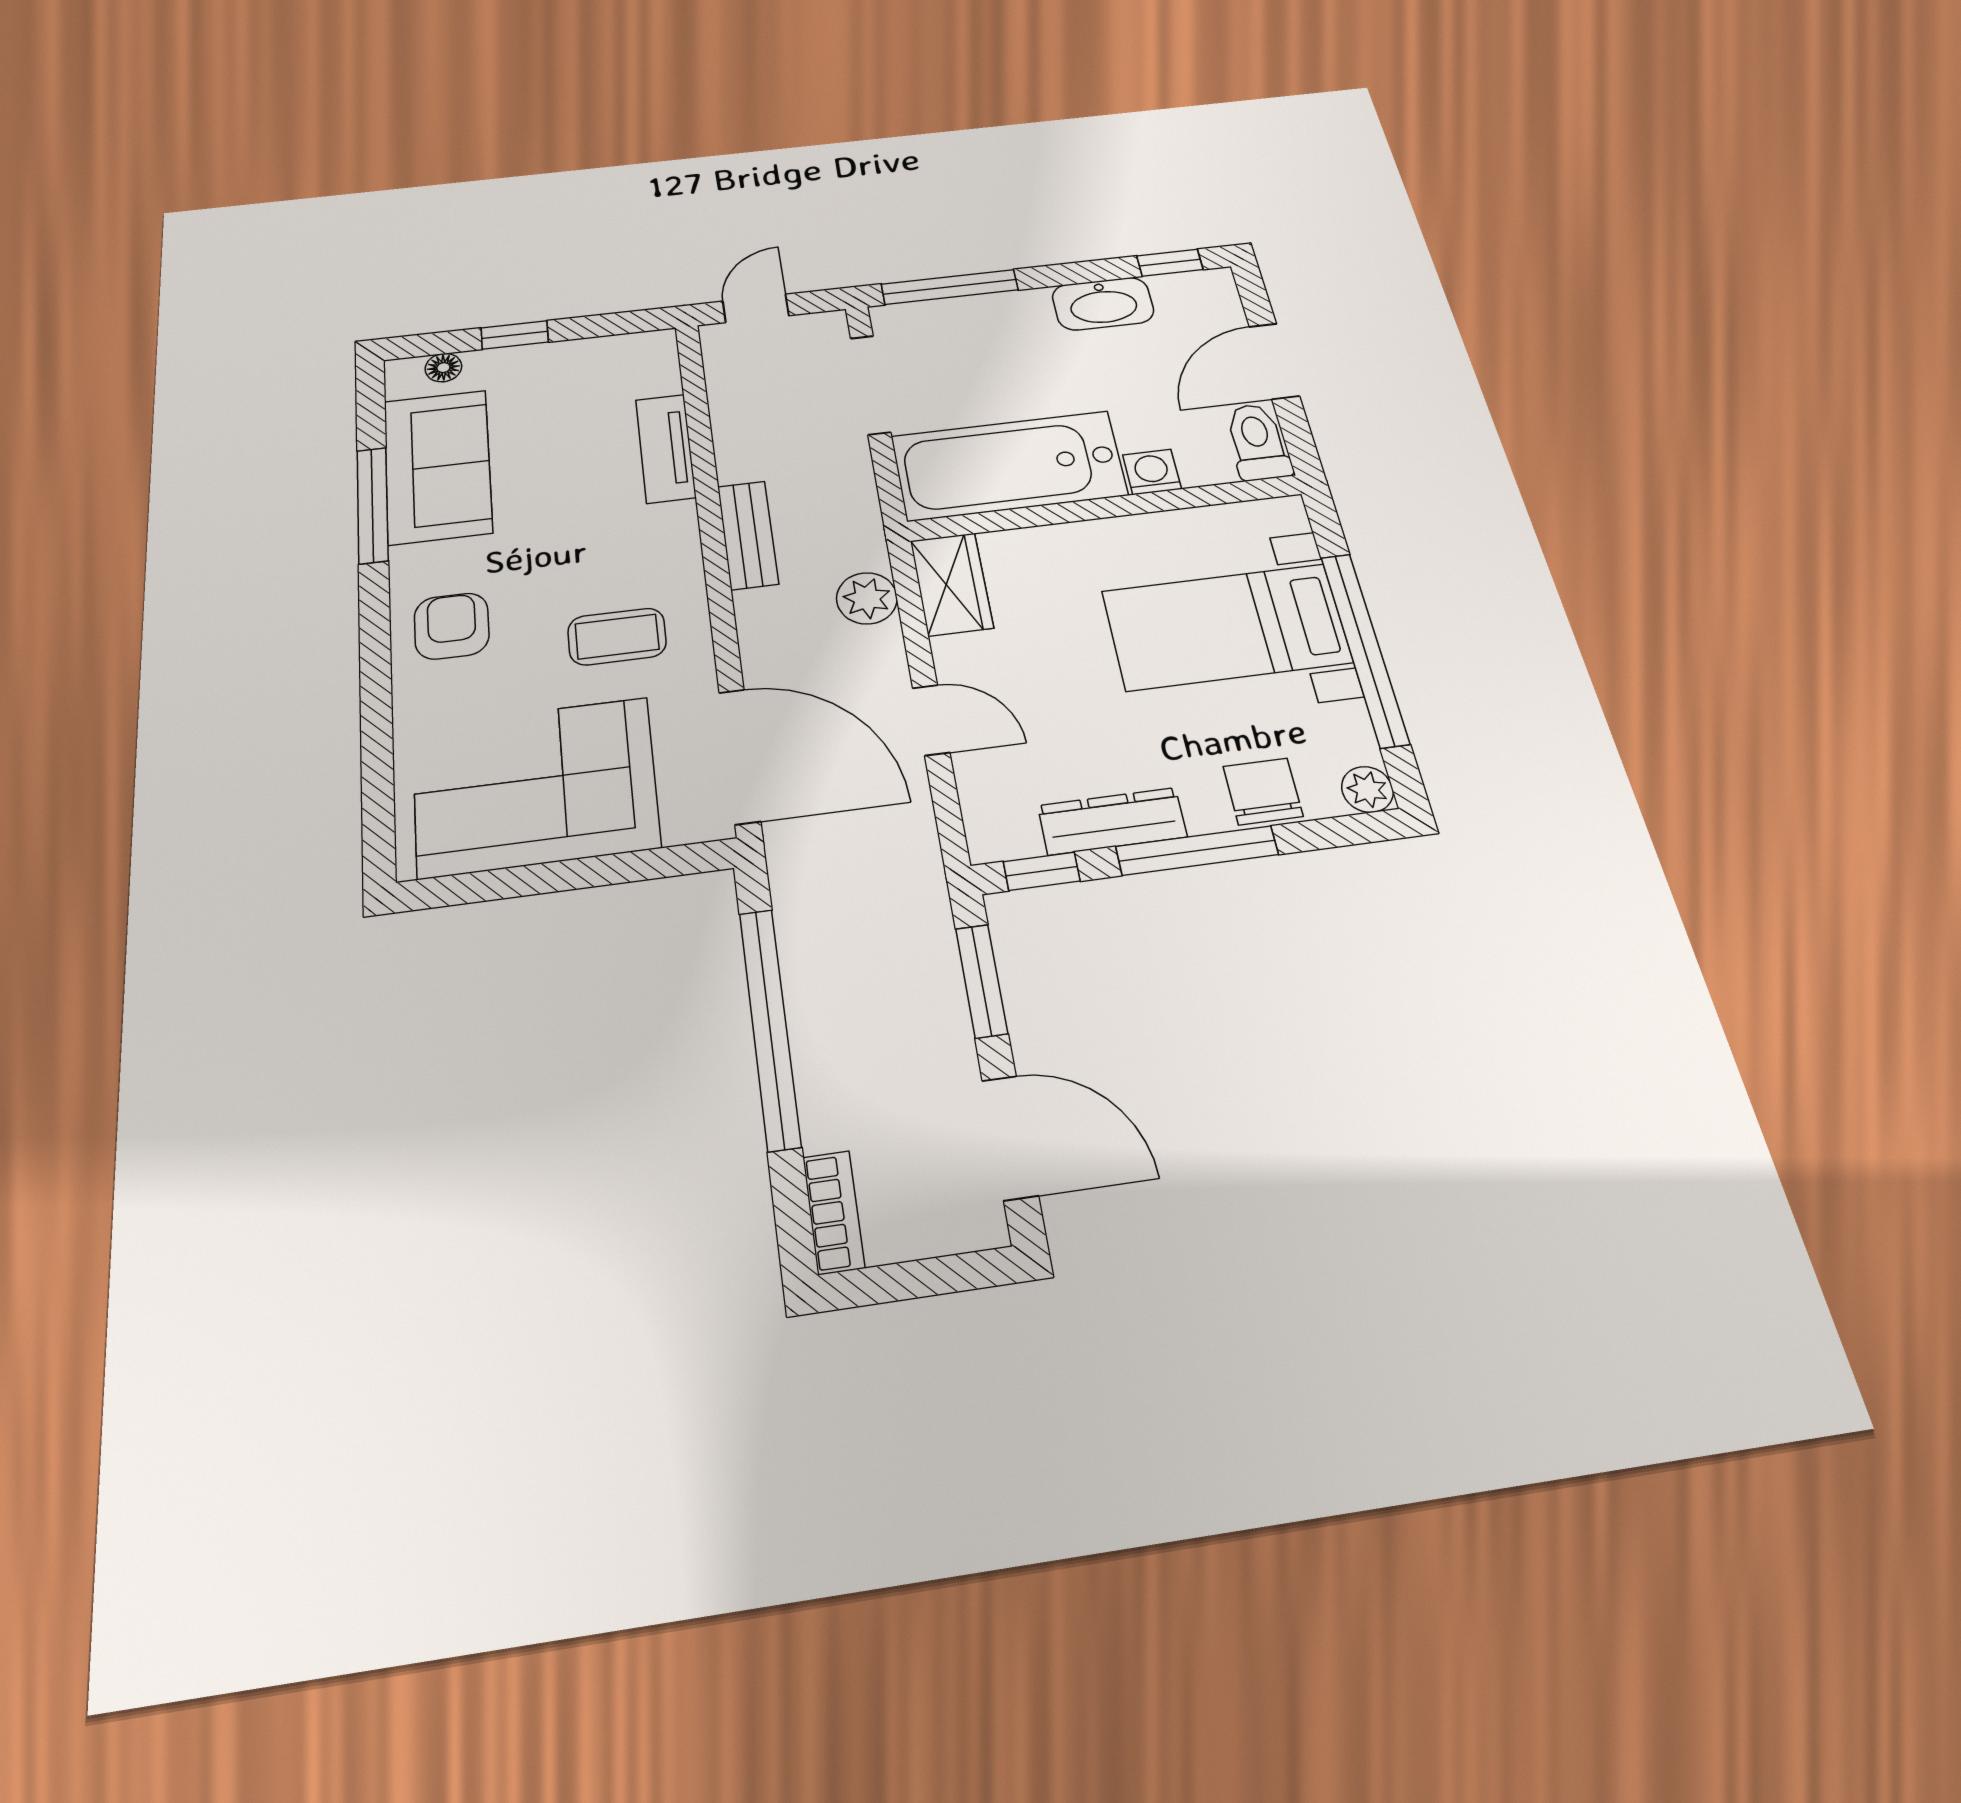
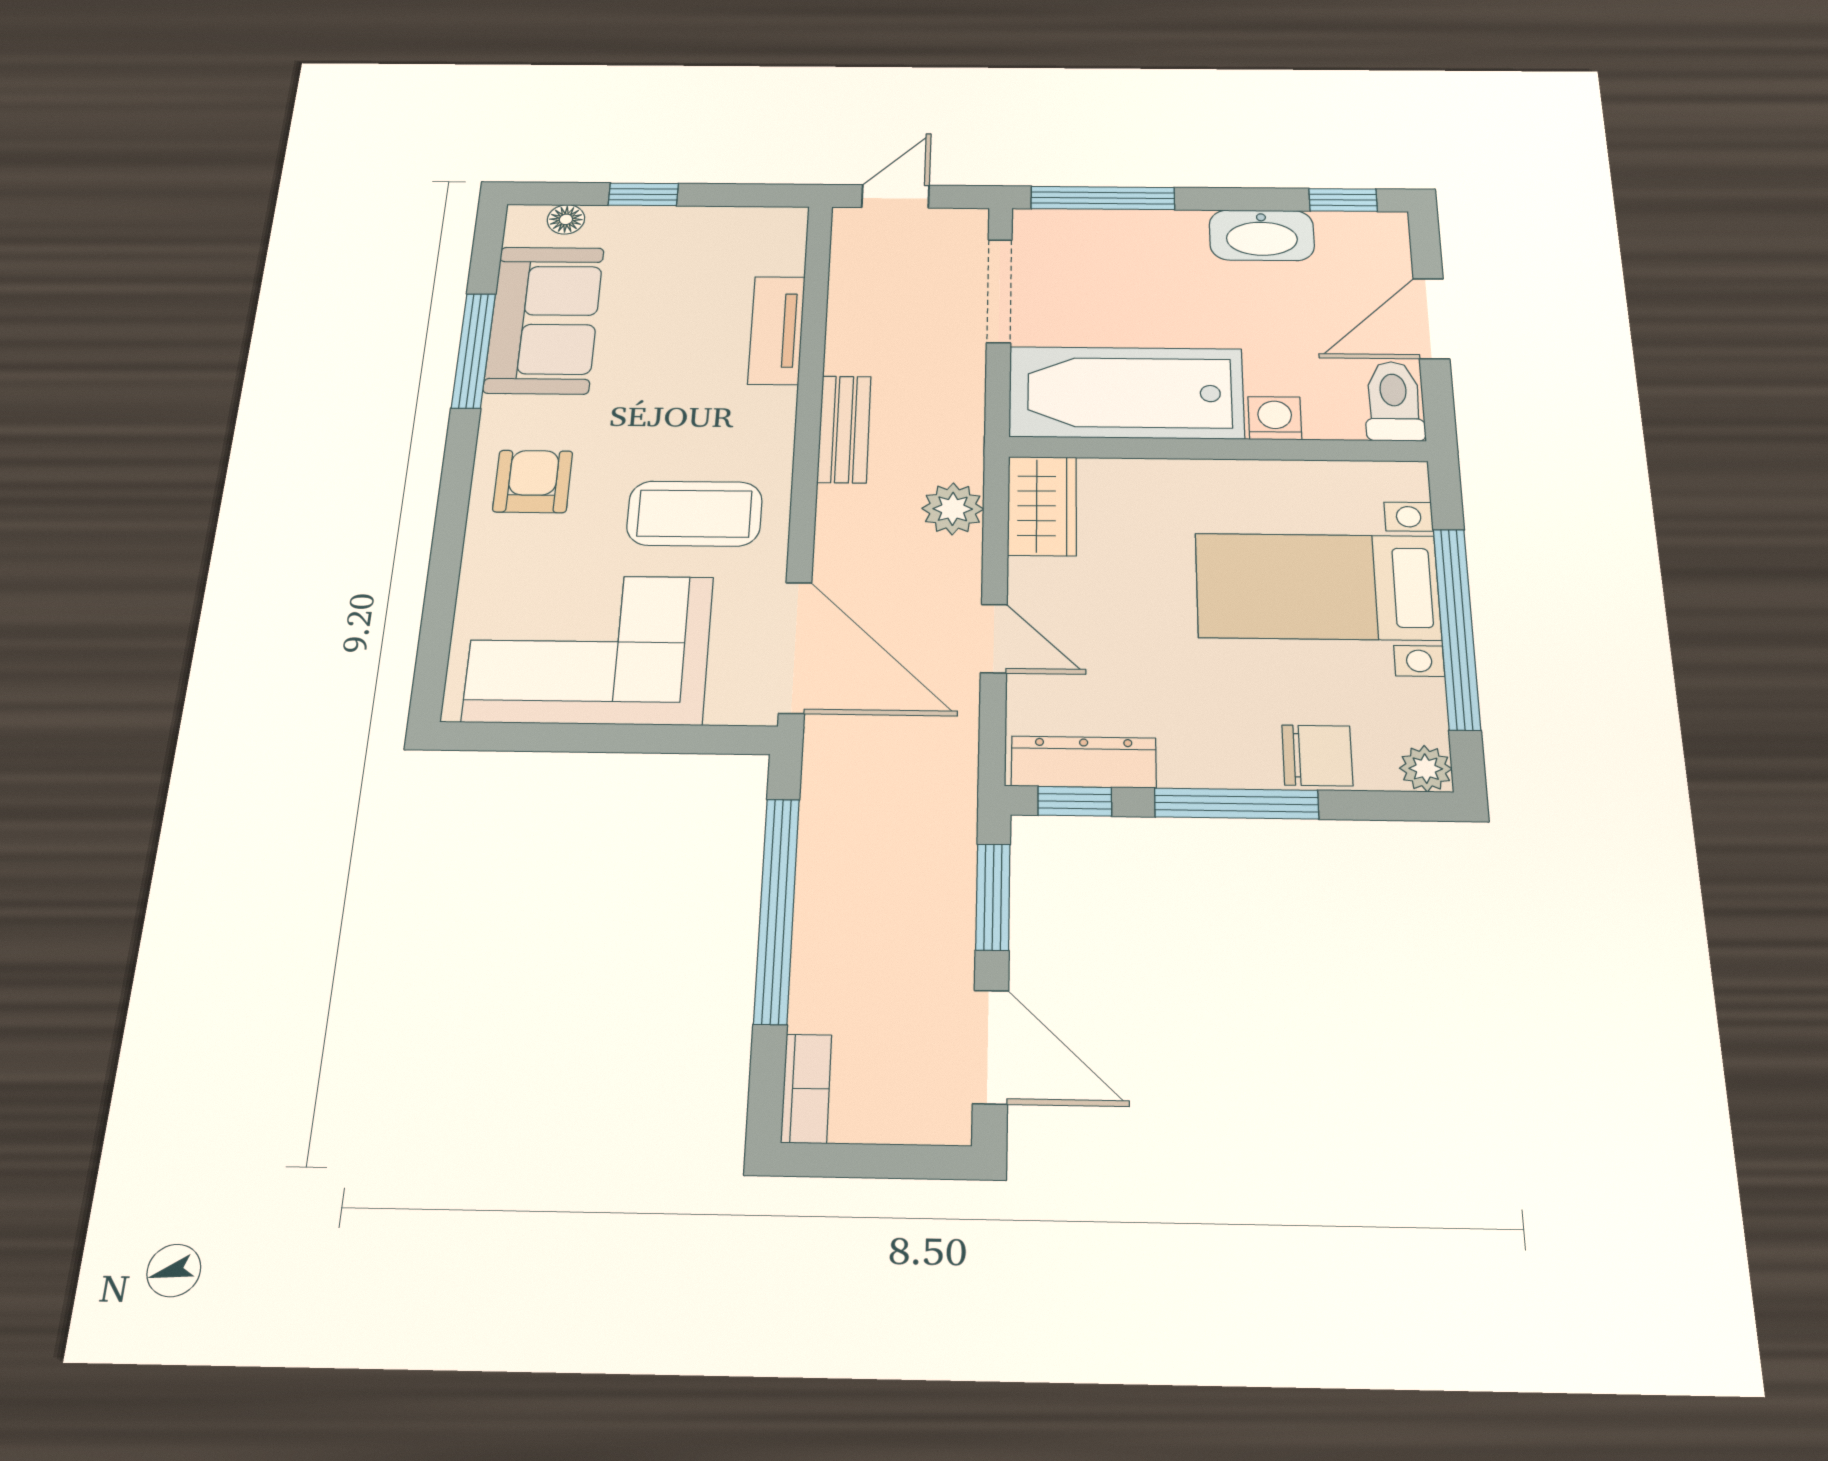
coffee table: (617, 637) -> (694, 514), width x1.36, depth x1.30
chair: (1263, 791) -> (1317, 755), turned 90
dresser: (1112, 821) -> (1084, 762), moved

